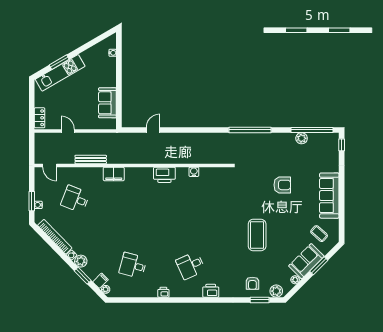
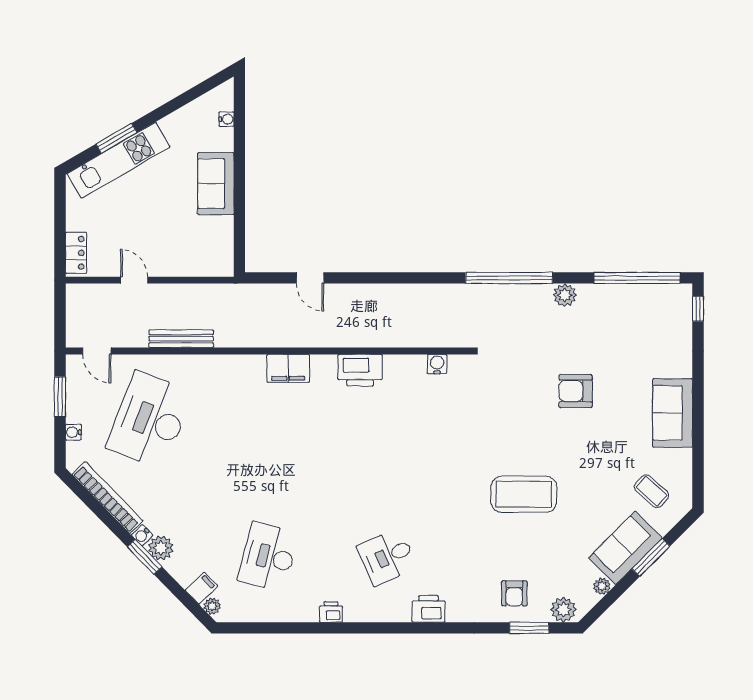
sofa: (107, 103) -> (216, 184), moved
door: (153, 130) -> (310, 278), swing flipped
plant: (302, 138) -> (565, 295), moved
water cooler: (194, 172) -> (437, 364), moved
filing cabinet: (114, 174) -> (288, 368), moved
printer: (164, 175) -> (360, 370), moved
armchair: (282, 185) -> (576, 391), turned 180
sofa: (329, 196) -> (673, 413), width x0.73
desk: (75, 199) -> (150, 420), width x1.87, depth x1.30
window: (32, 201) -> (60, 397), moved
coffee table: (257, 235) -> (524, 494), turned 90
desk: (133, 265) -> (268, 557), width x1.37
window: (83, 276) -> (145, 557), moved

